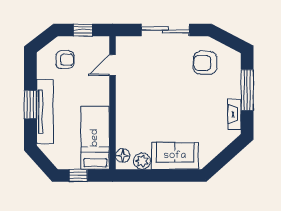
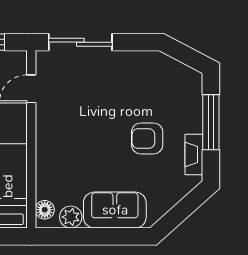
sliding door: (165, 30) -> (80, 42), moved
armchair: (205, 63) -> (147, 138), moved

